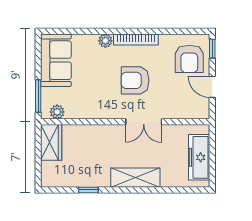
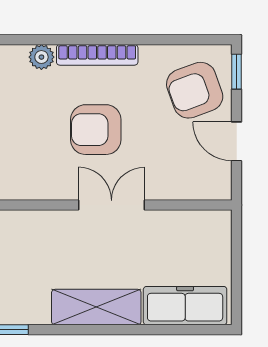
armchair: (189, 59) -> (195, 90), turned 70
double door: (144, 122) -> (112, 205), swing flipped
freezer: (199, 157) -> (185, 306), moved, turned 90

